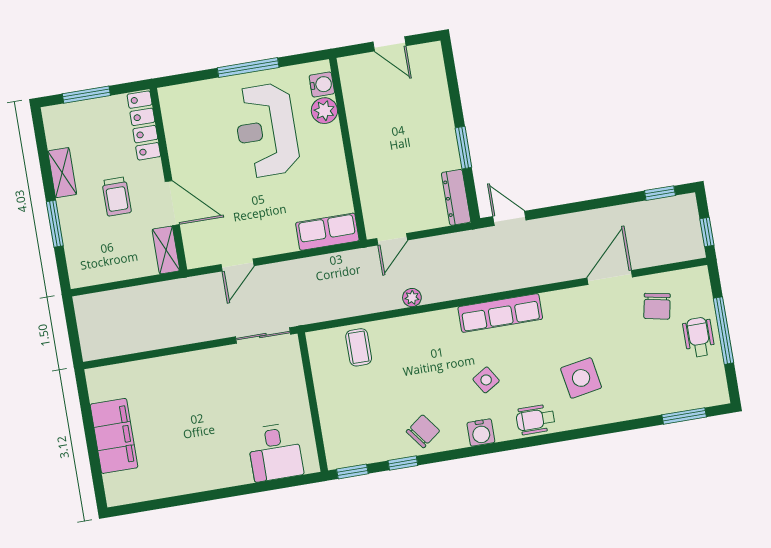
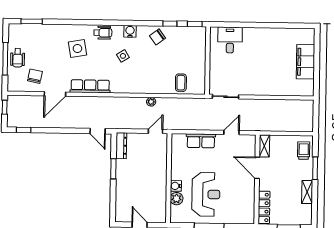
water cooler: (322, 84) -> (176, 186), moved
trolley: (117, 196) -> (304, 151), moved
row of seats: (327, 232) -> (201, 141), moved
row of seats: (500, 313) -> (90, 86), moved

